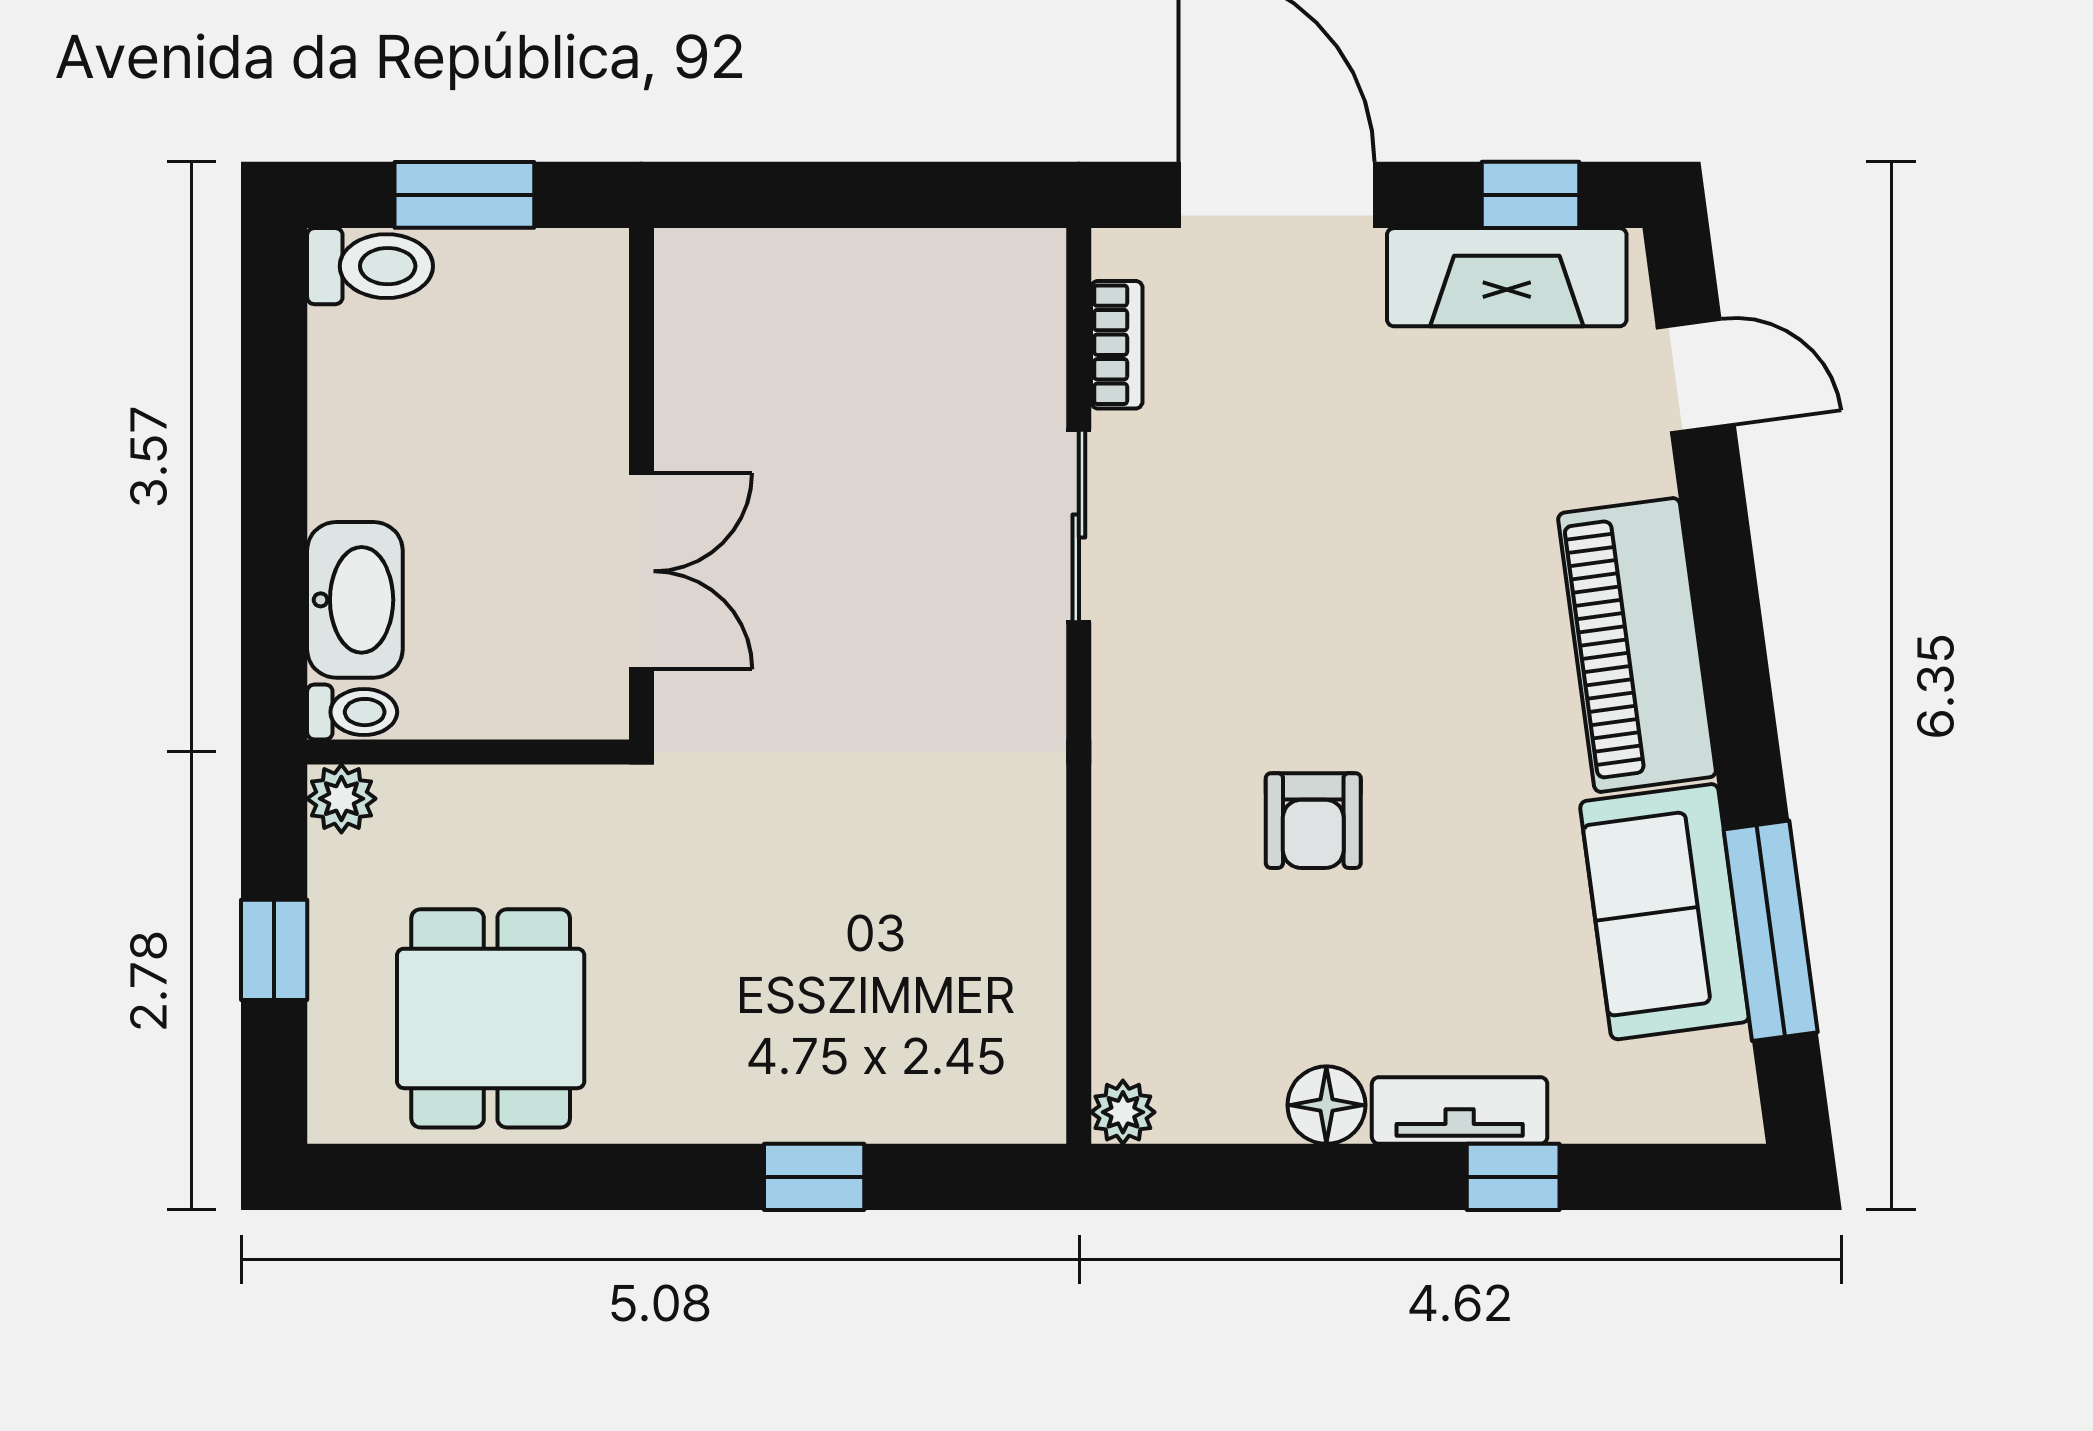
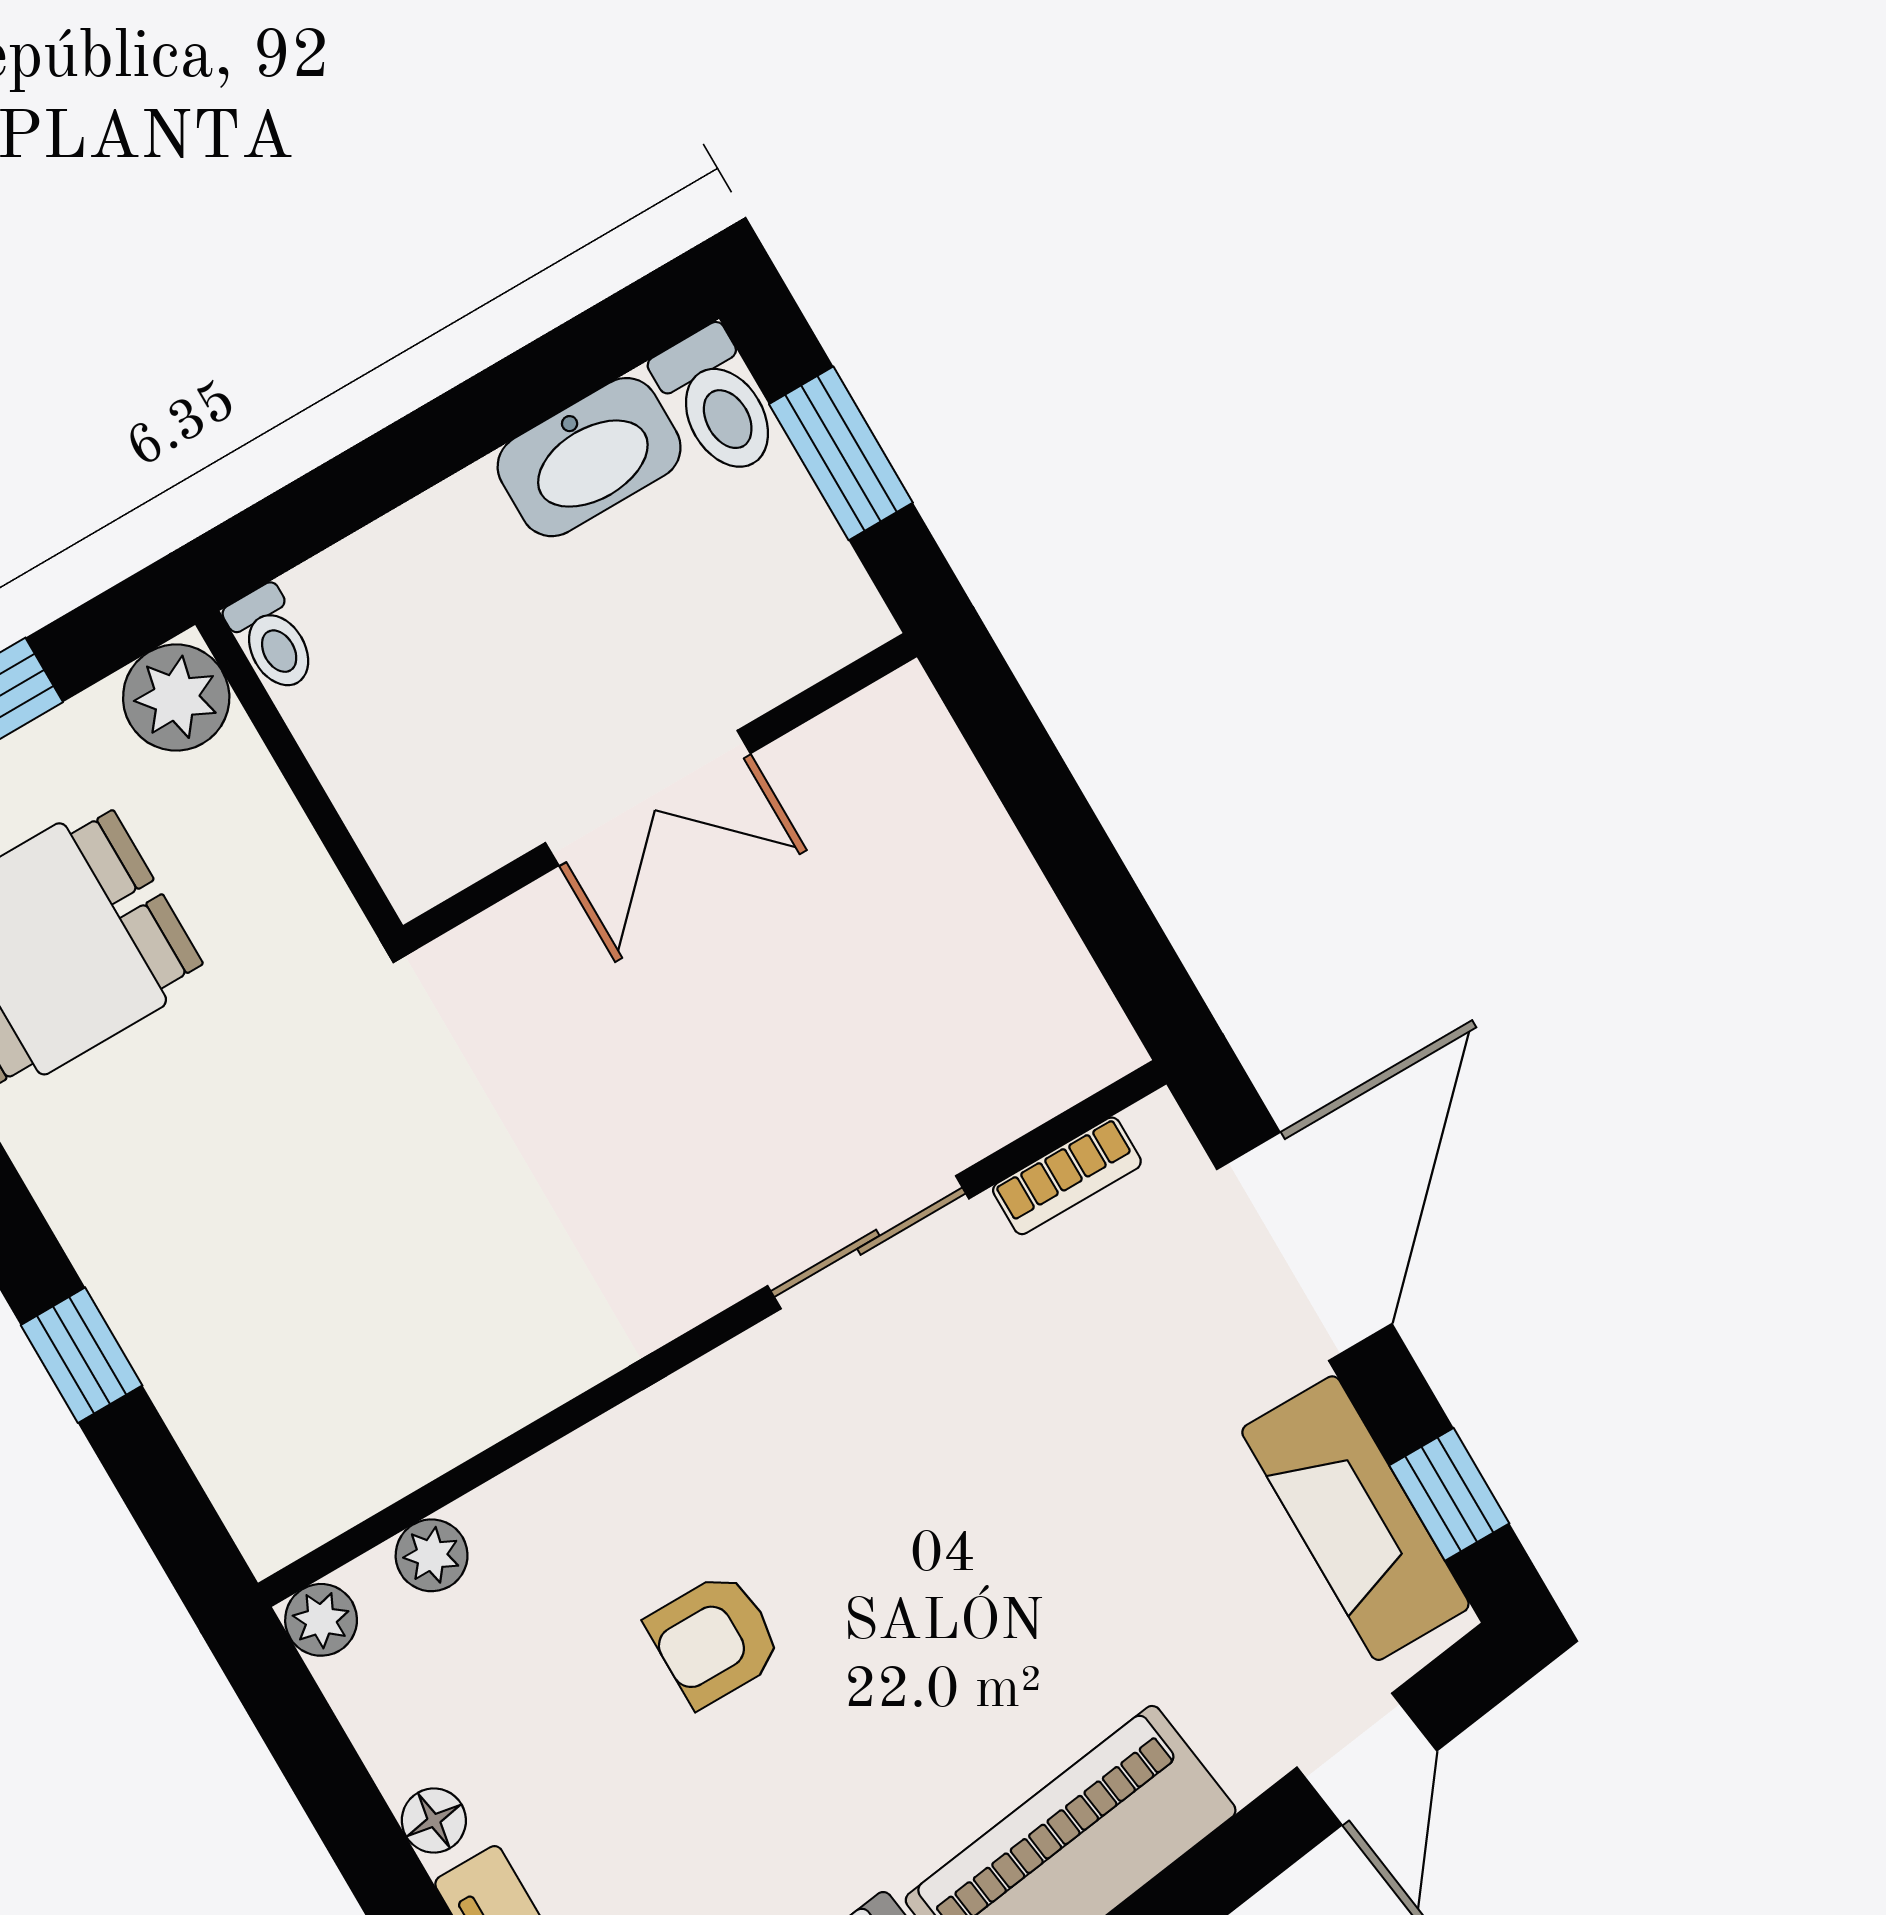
double door: (641, 571) -> (648, 798), moved
washbasin: (355, 600) -> (589, 457), moved
plant: (341, 799) -> (176, 698), width x1.38, depth x1.38
plant: (1123, 999) -> (432, 1555), added
floor lamp: (1326, 1105) -> (434, 1820), width x0.73, depth x0.73

